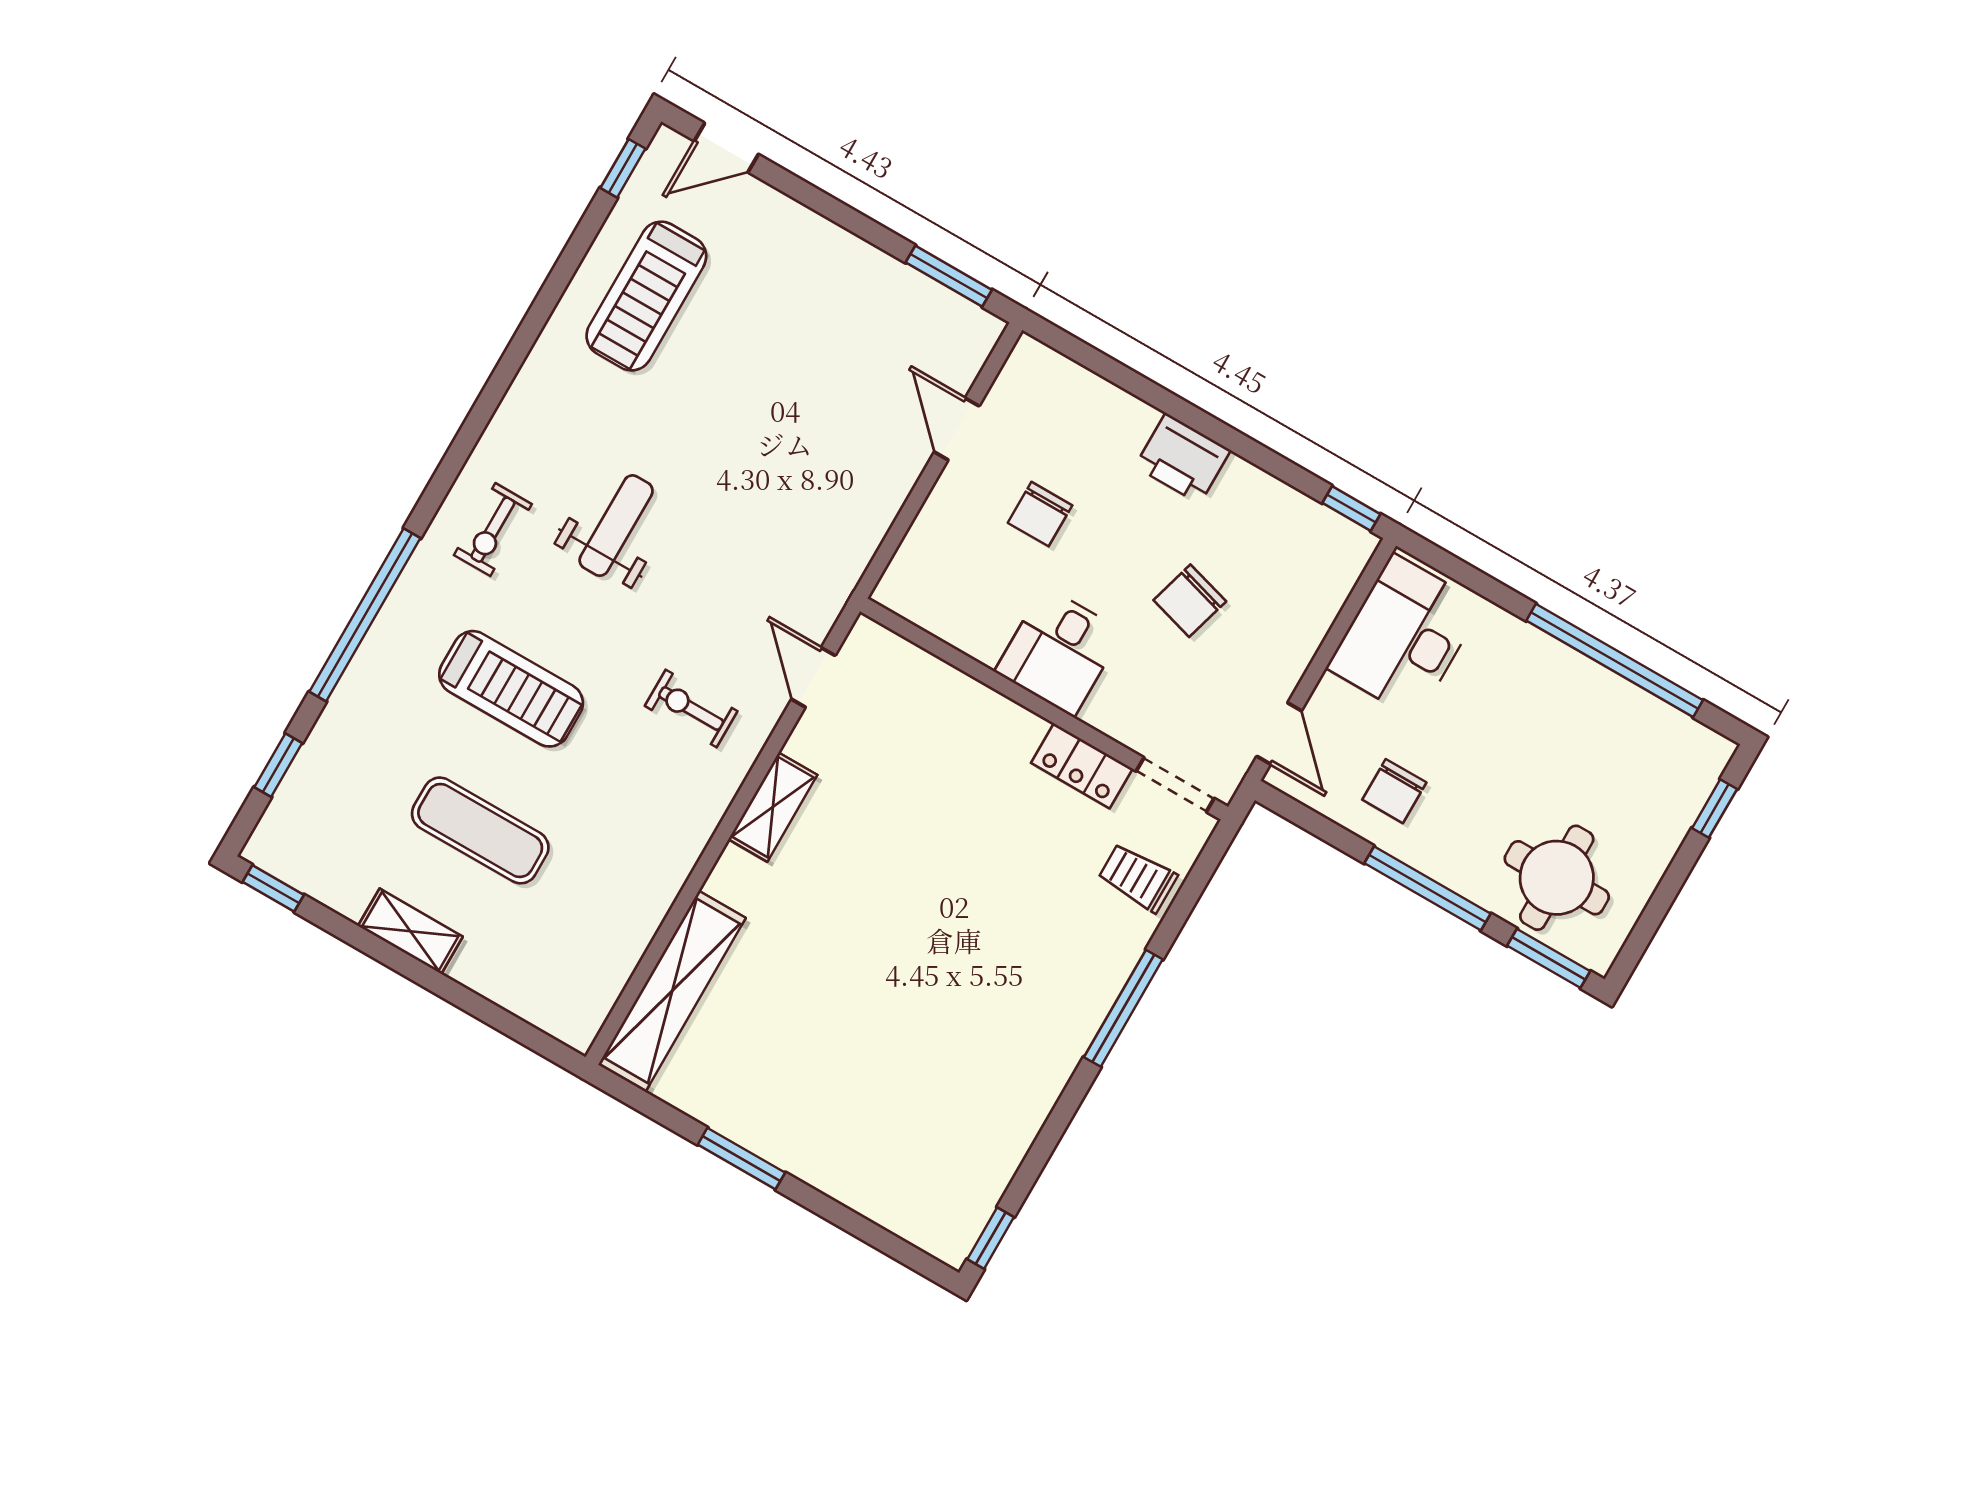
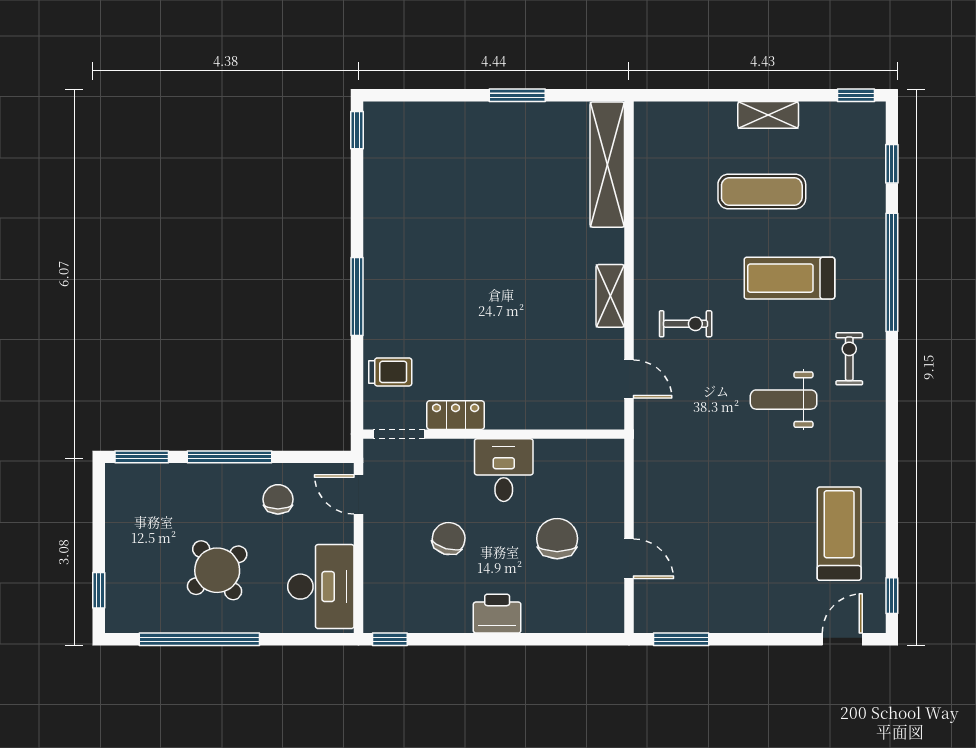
chair: (1040, 514) -> (557, 539), width x1.37, depth x1.37
weight bench: (616, 526) -> (784, 400), turned 90
round table: (1557, 878) -> (217, 570), moved, turned -37

